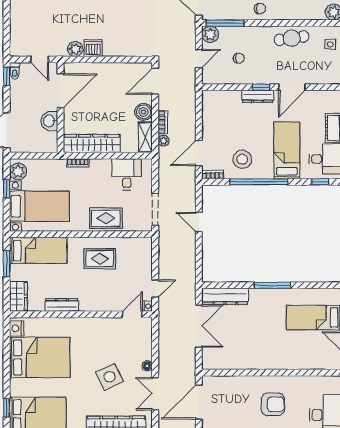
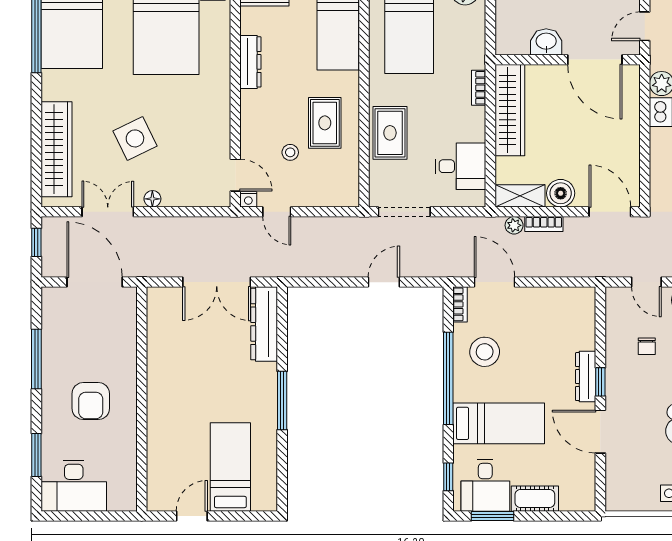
stool: (118, 280) -> (290, 152), added

